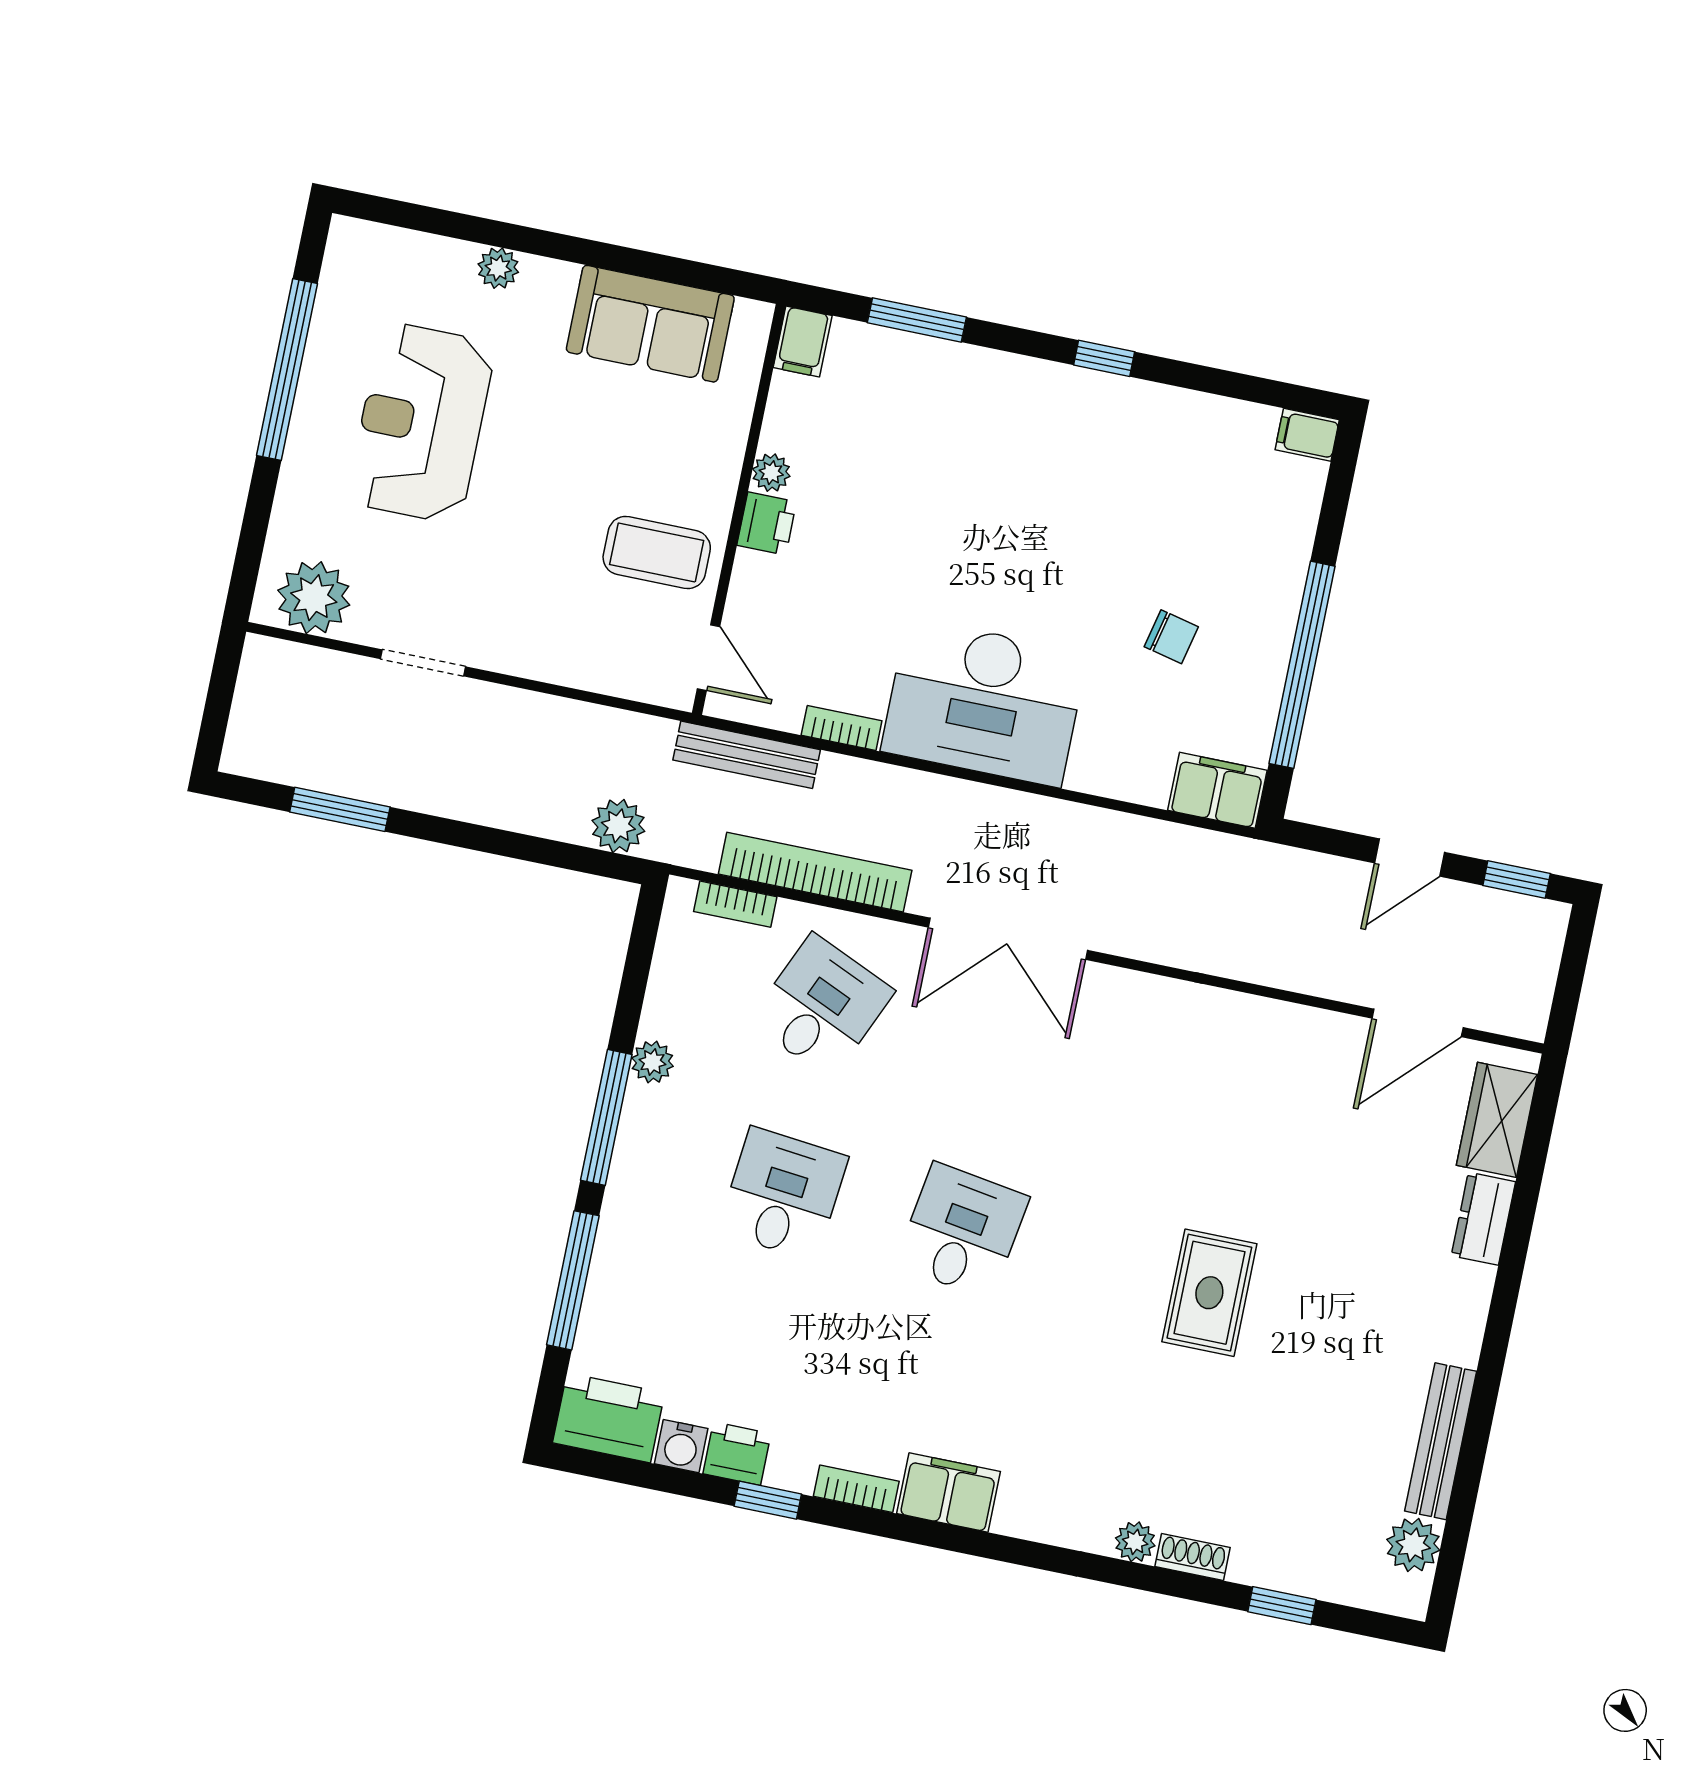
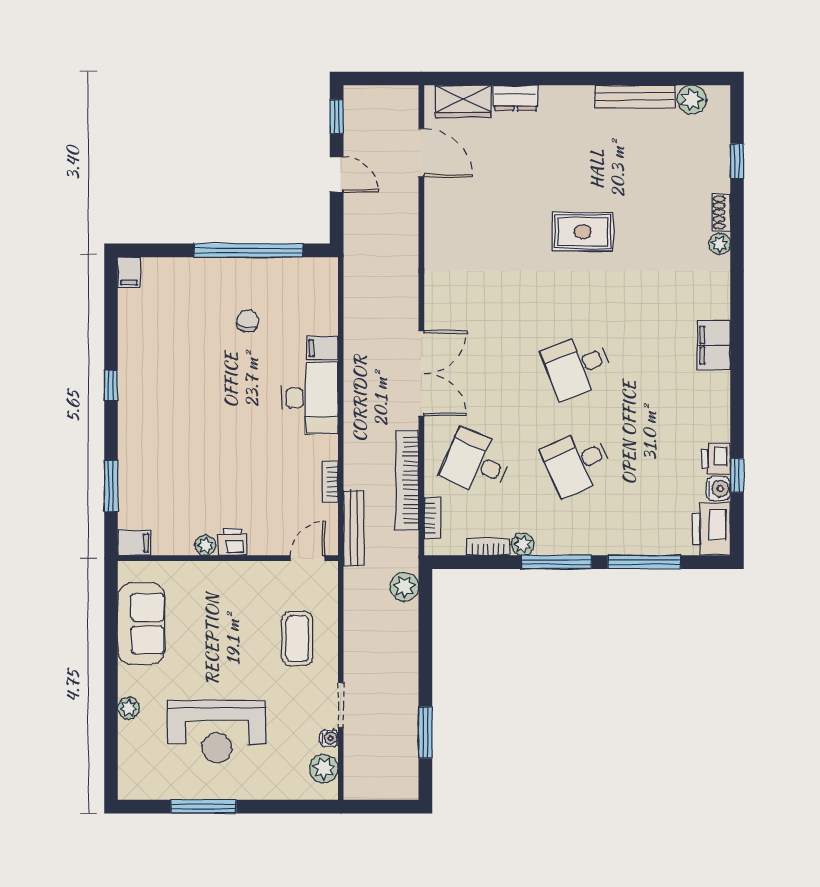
window: (287, 369) -> (203, 807), width x0.68
coffee table: (657, 553) -> (297, 638), moved
plant: (314, 598) -> (324, 768), width x0.73, depth x0.73
water cooler: (366, 629) -> (329, 738), added
desk: (984, 702) -> (310, 398), width x0.73, depth x0.77
filing cabinet: (1217, 790) -> (322, 348), moved, width x0.50
desk: (783, 1194) -> (577, 463), turned -30
desk: (962, 1231) -> (577, 366), turned -30
bookcase: (856, 1489) -> (488, 547), moved, turned 90
window: (768, 1500) -> (737, 475), moved

